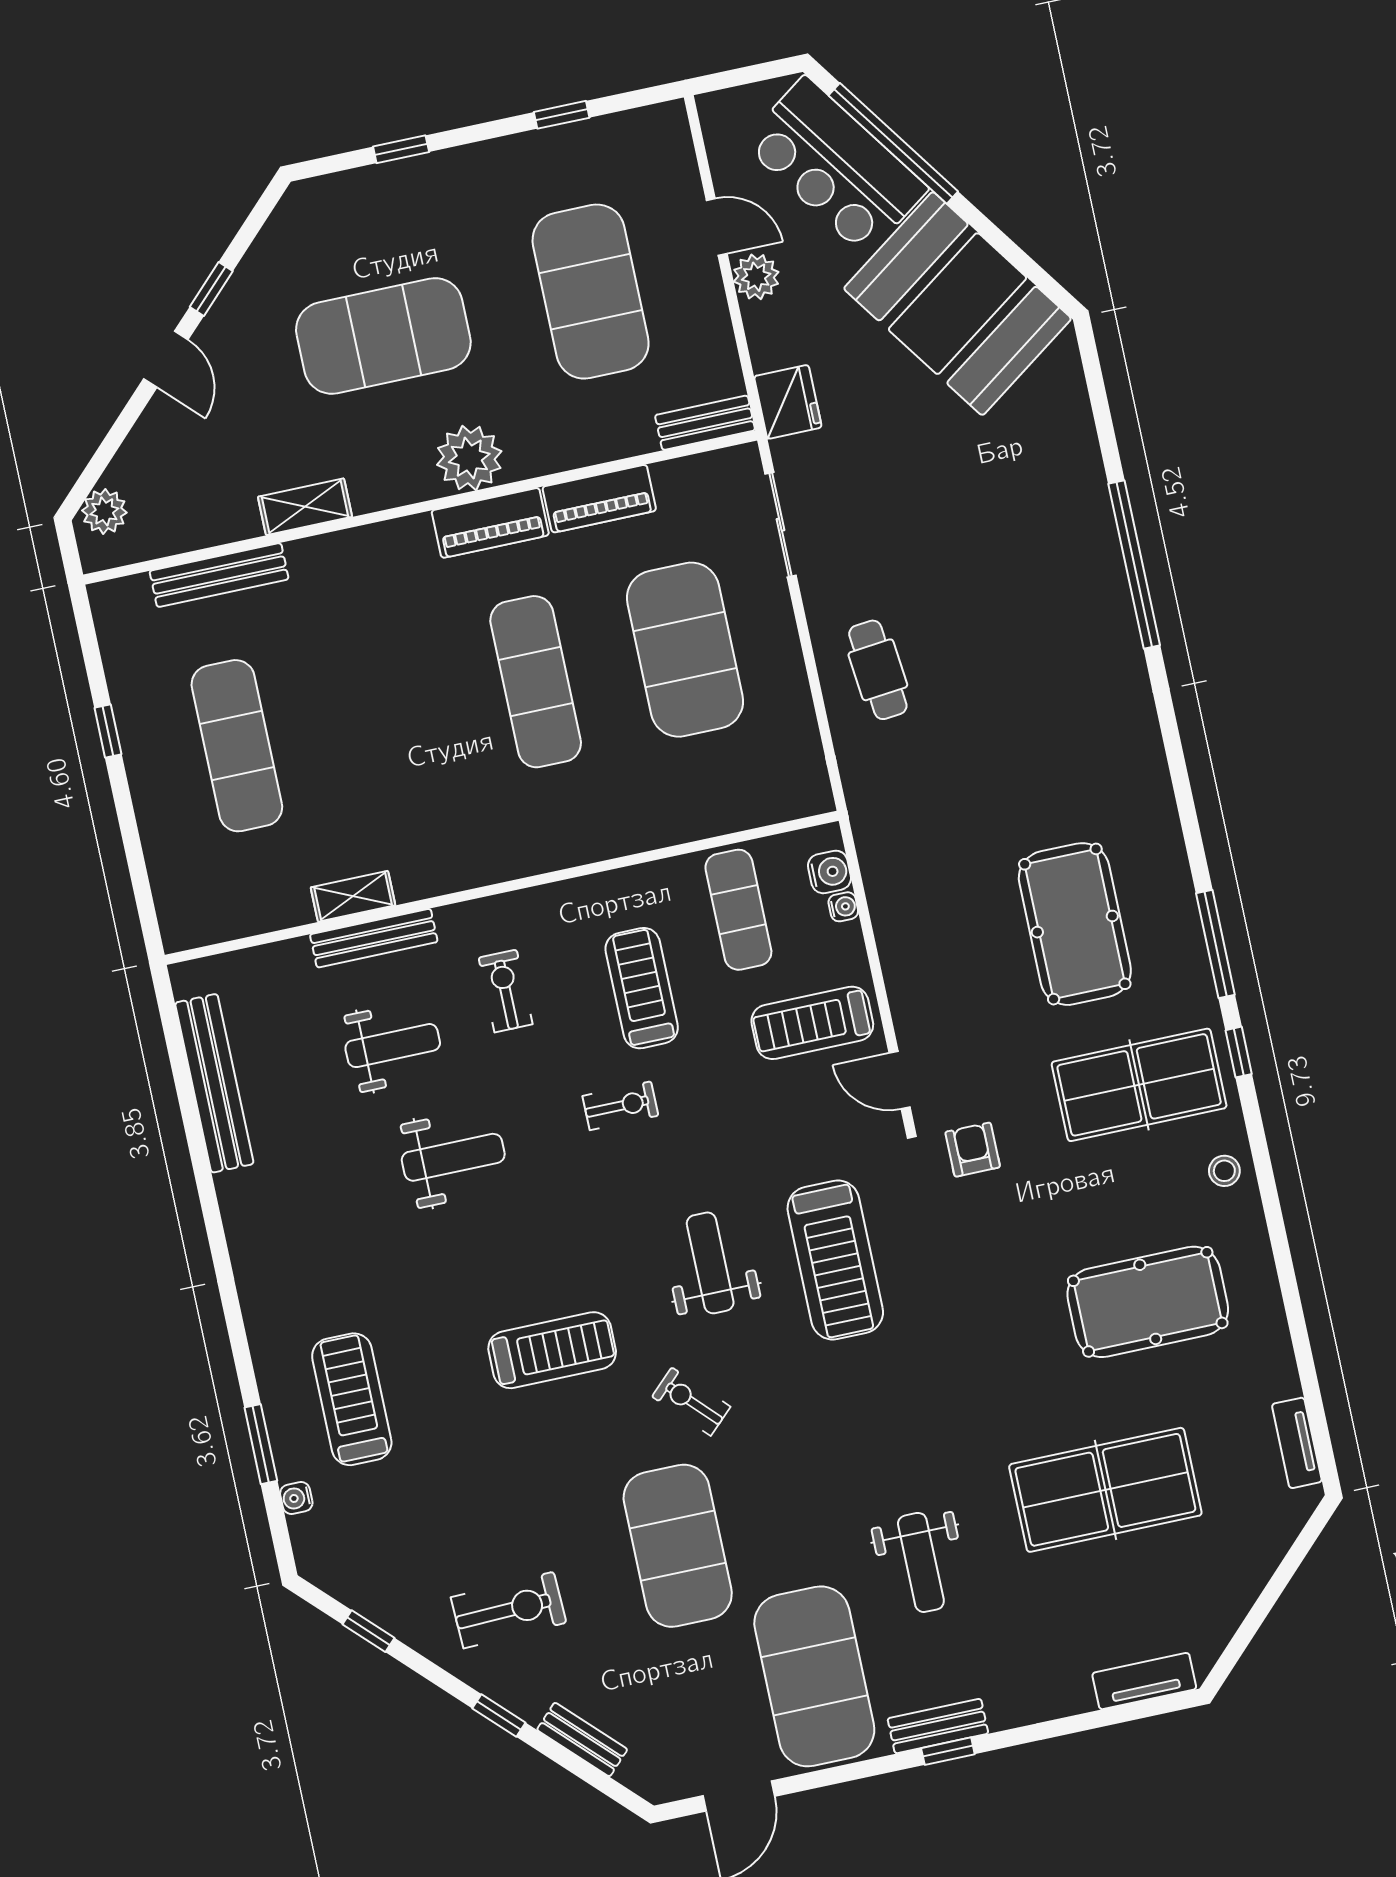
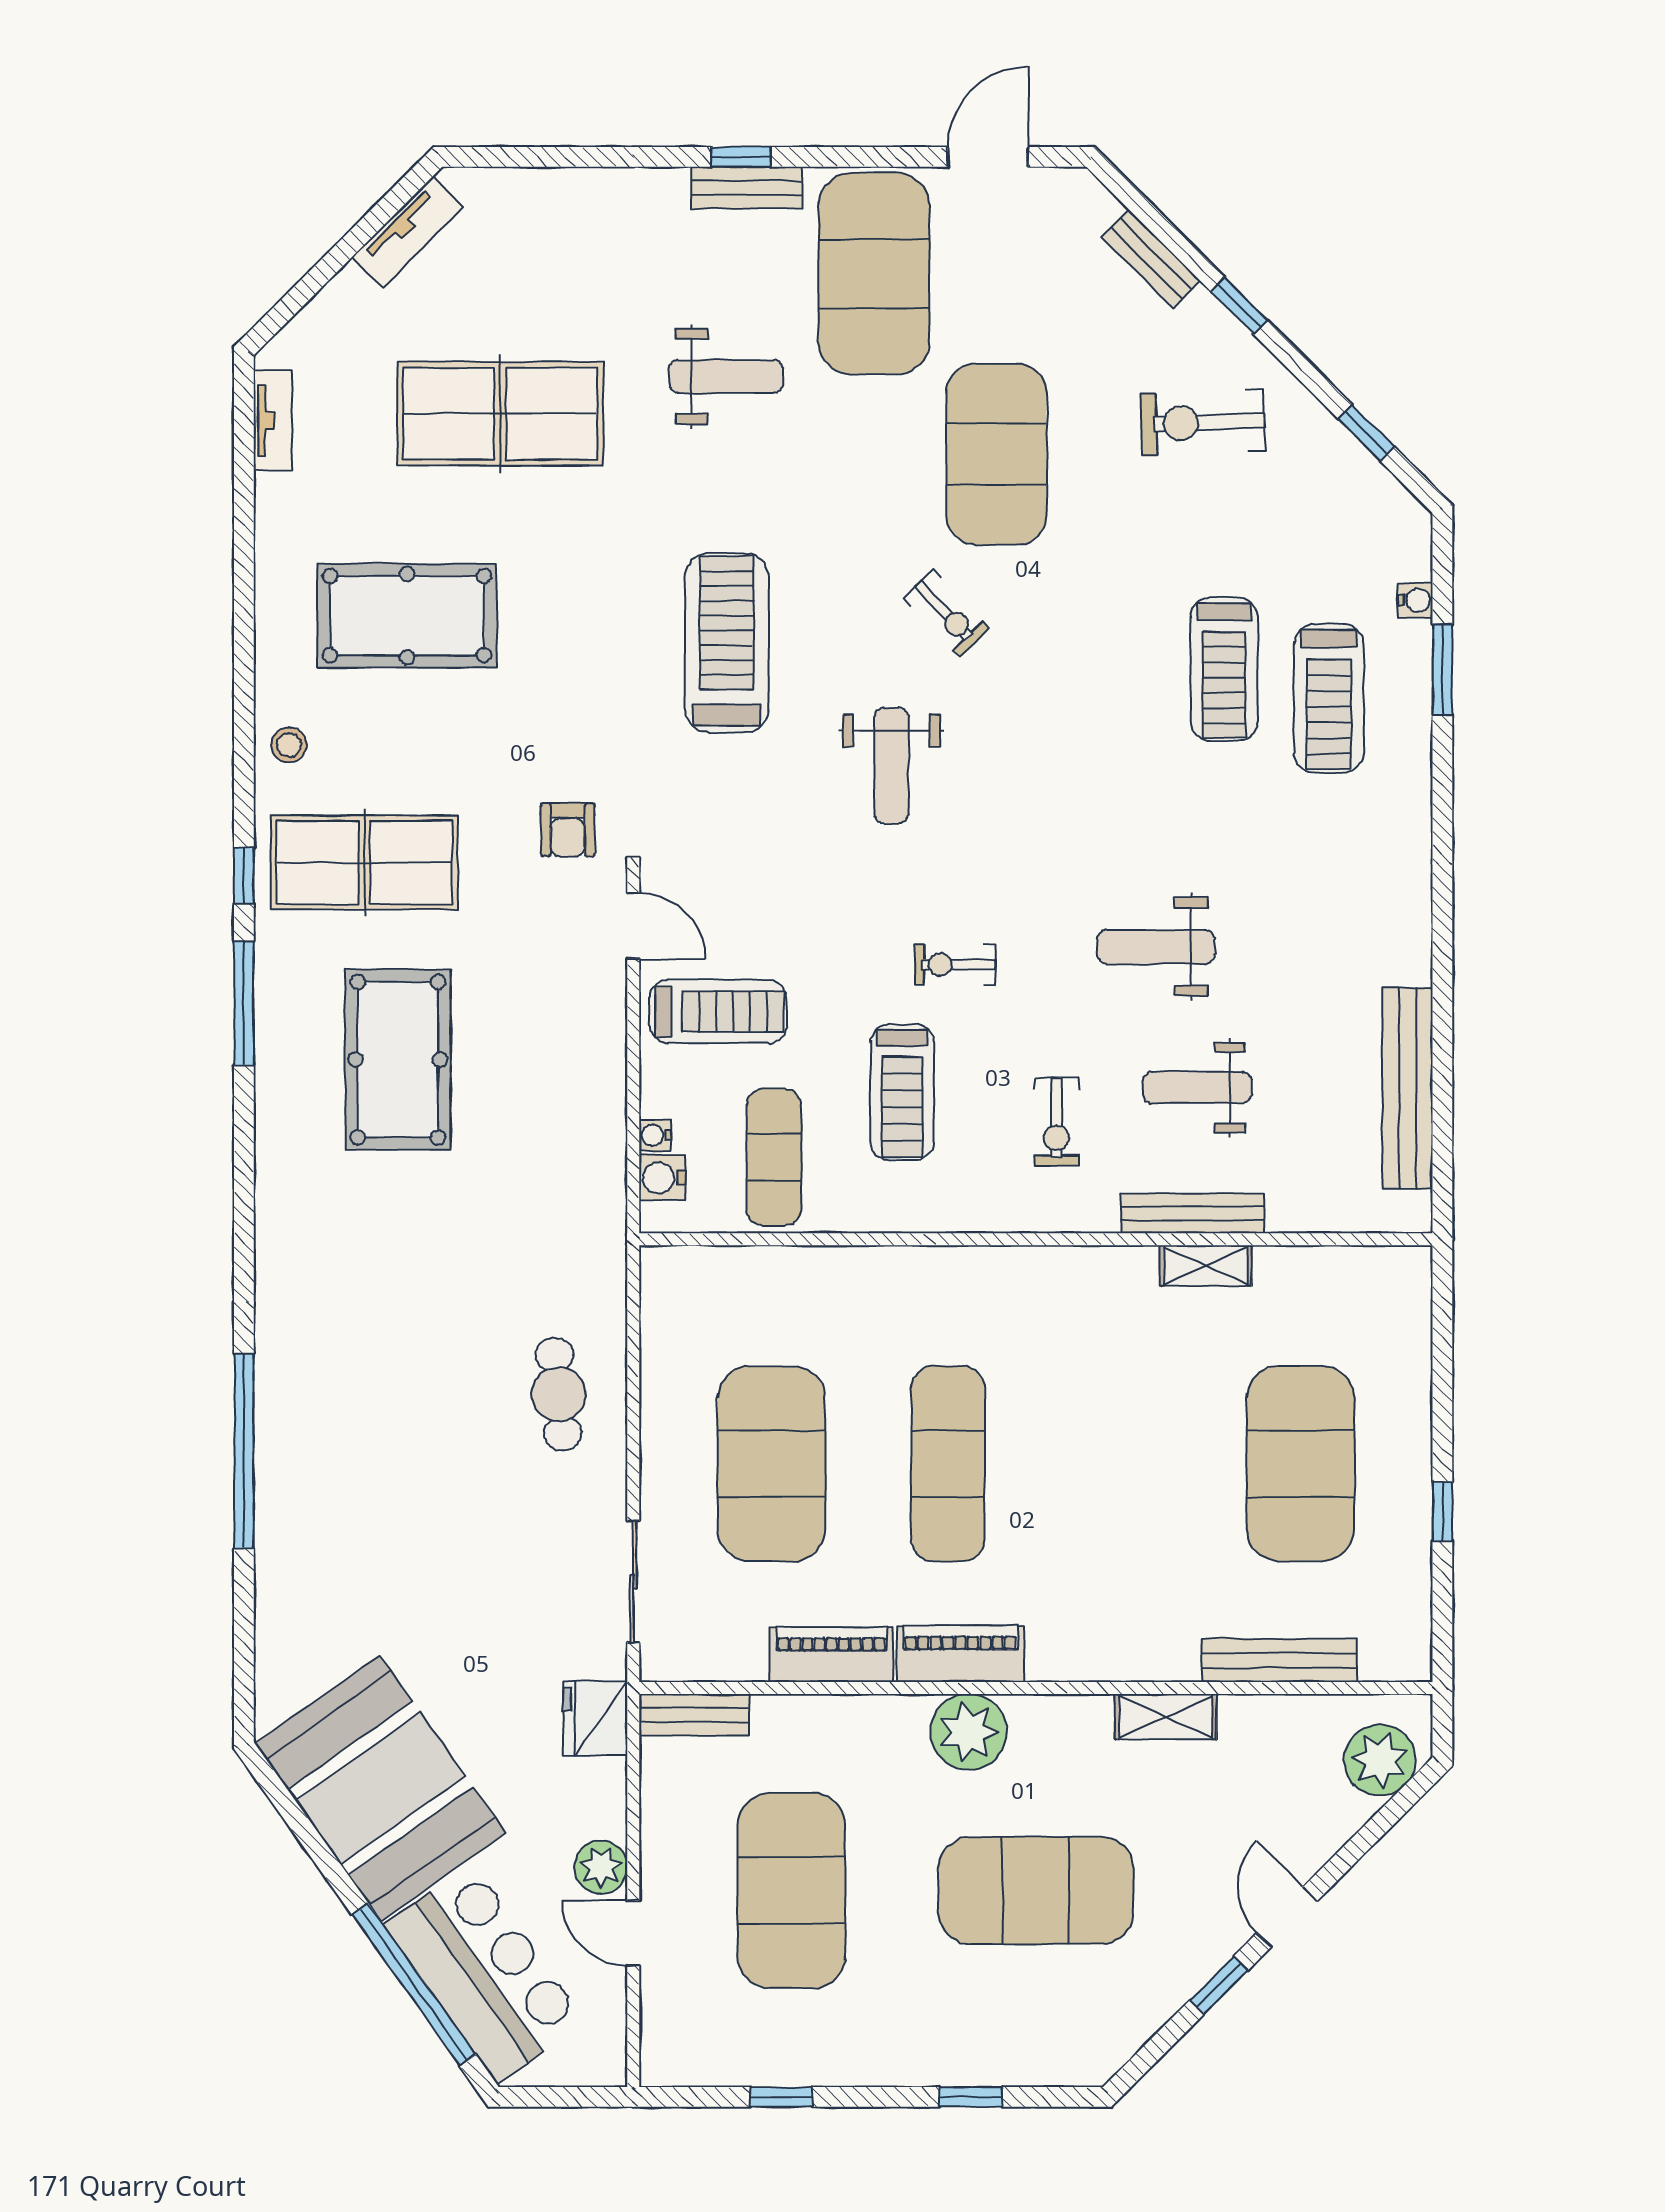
plant: (104, 511) -> (1380, 1760), width x1.36, depth x1.36
exercise mat: (237, 746) -> (1300, 1464), width x1.47
treadmill: (835, 1260) -> (727, 643), moved
treadmill: (552, 1350) -> (1224, 669), moved, turned -90
weight bench: (921, 1562) -> (726, 376), turned 90
tv unit: (1144, 1681) -> (408, 232), moved, turned -45

